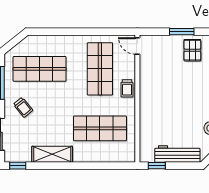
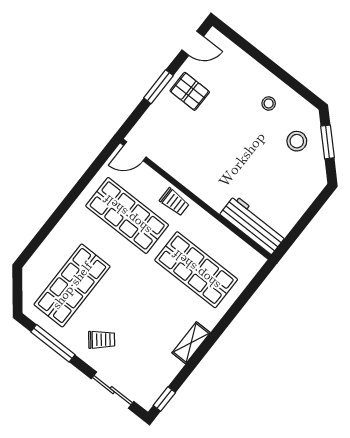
shop shelf: (100, 128) -> (196, 270), turned 90
shelving: (52, 154) -> (191, 343), width x0.67, depth x0.75
workbench: (177, 154) -> (253, 225), moved, turned 90
window: (157, 166) -> (291, 238), removed

